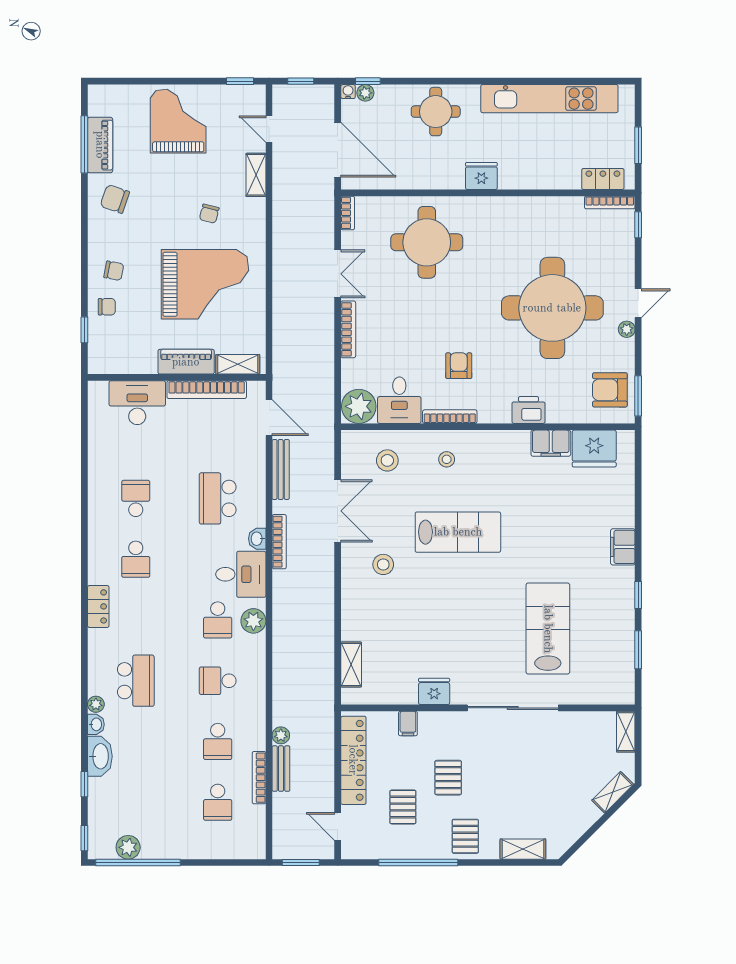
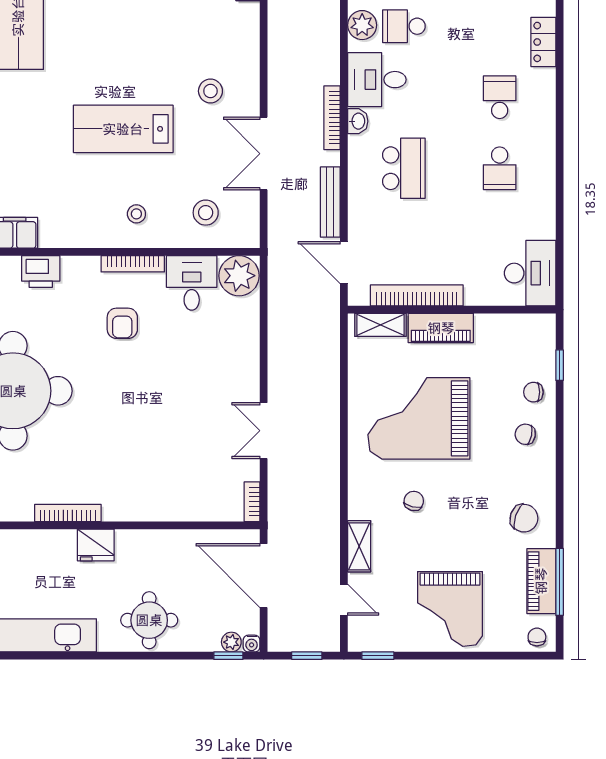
chair: (104, 97) -> (537, 637), added
round table: (427, 242) -> (160, 467), removed
bookcase: (348, 329) -> (68, 513), moved, turned 90
desk: (137, 403) -> (530, 273), moved, turned -90
school desk: (218, 620) -> (404, 26), turned -90

